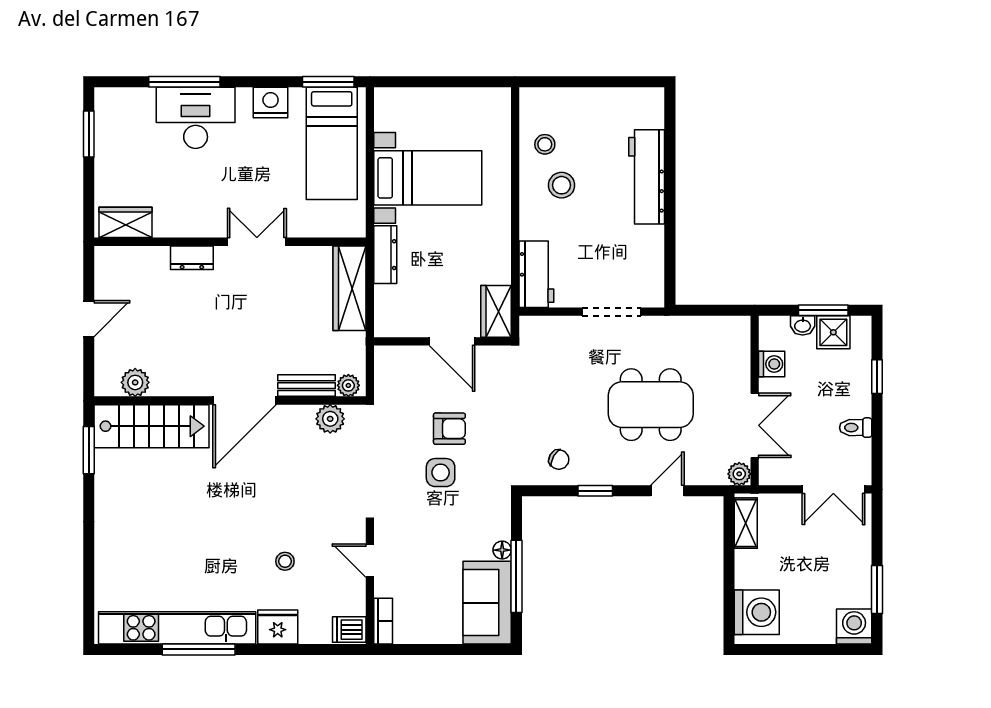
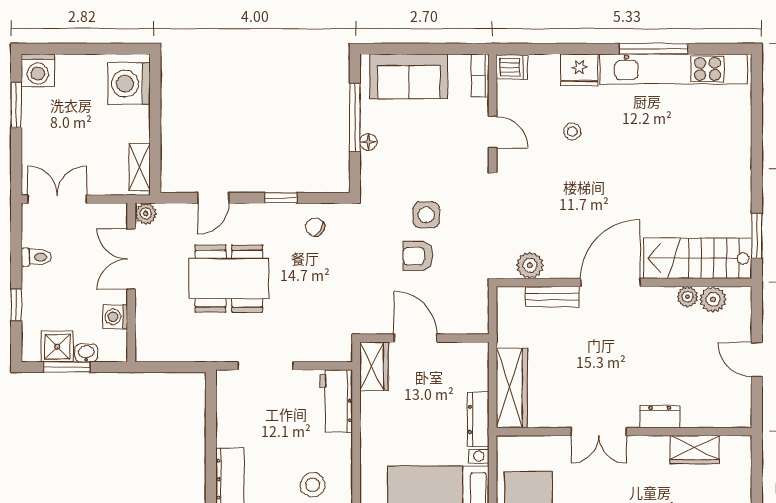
wardrobe: (126, 222) -> (695, 450), moved
door: (89, 319) -> (757, 359), hinge flipped
plant: (348, 385) -> (687, 297), moved
sofa: (487, 603) -> (409, 76), moved, turned 90

